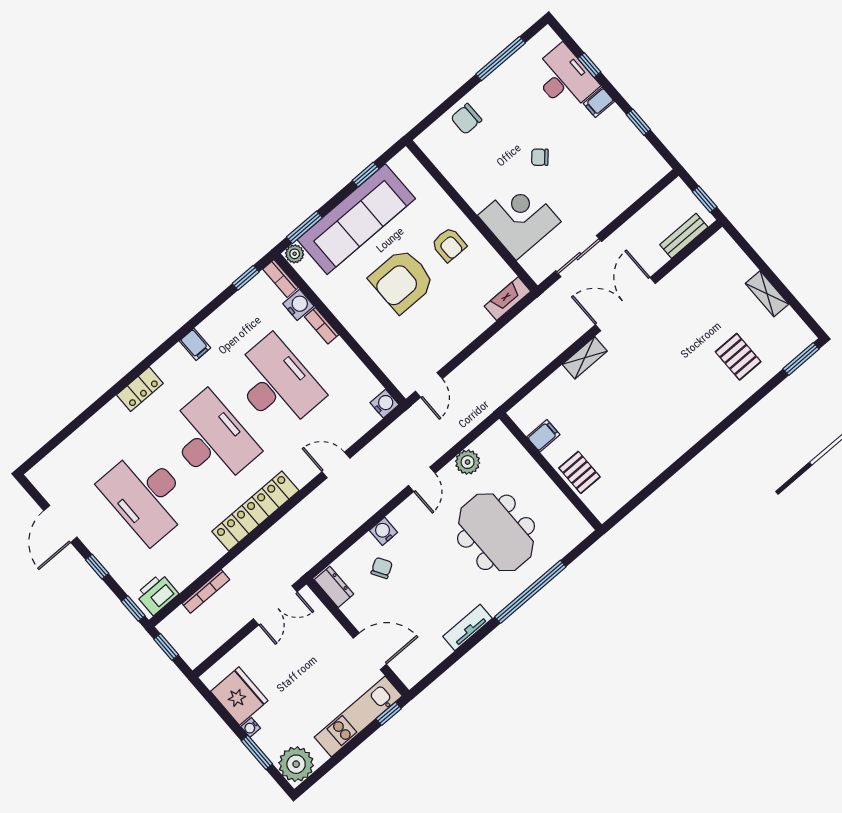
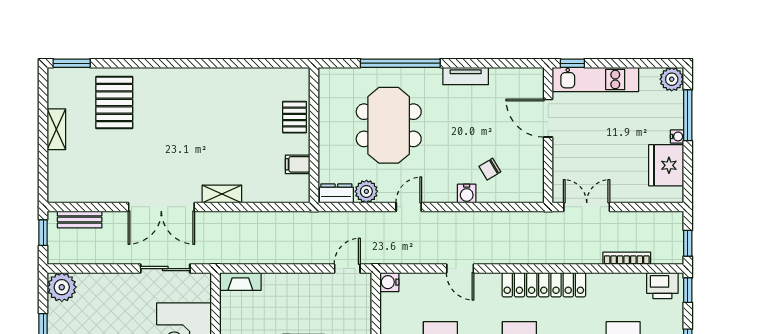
plant: (651, 167) -> (62, 287), added
pallet: (738, 357) -> (114, 103), width x1.50, depth x1.42
dresser: (334, 587) -> (336, 193), moved, turned 90
window: (257, 752) -> (688, 115), width x1.44
plant: (296, 764) -> (672, 79), width x0.73, depth x0.73

